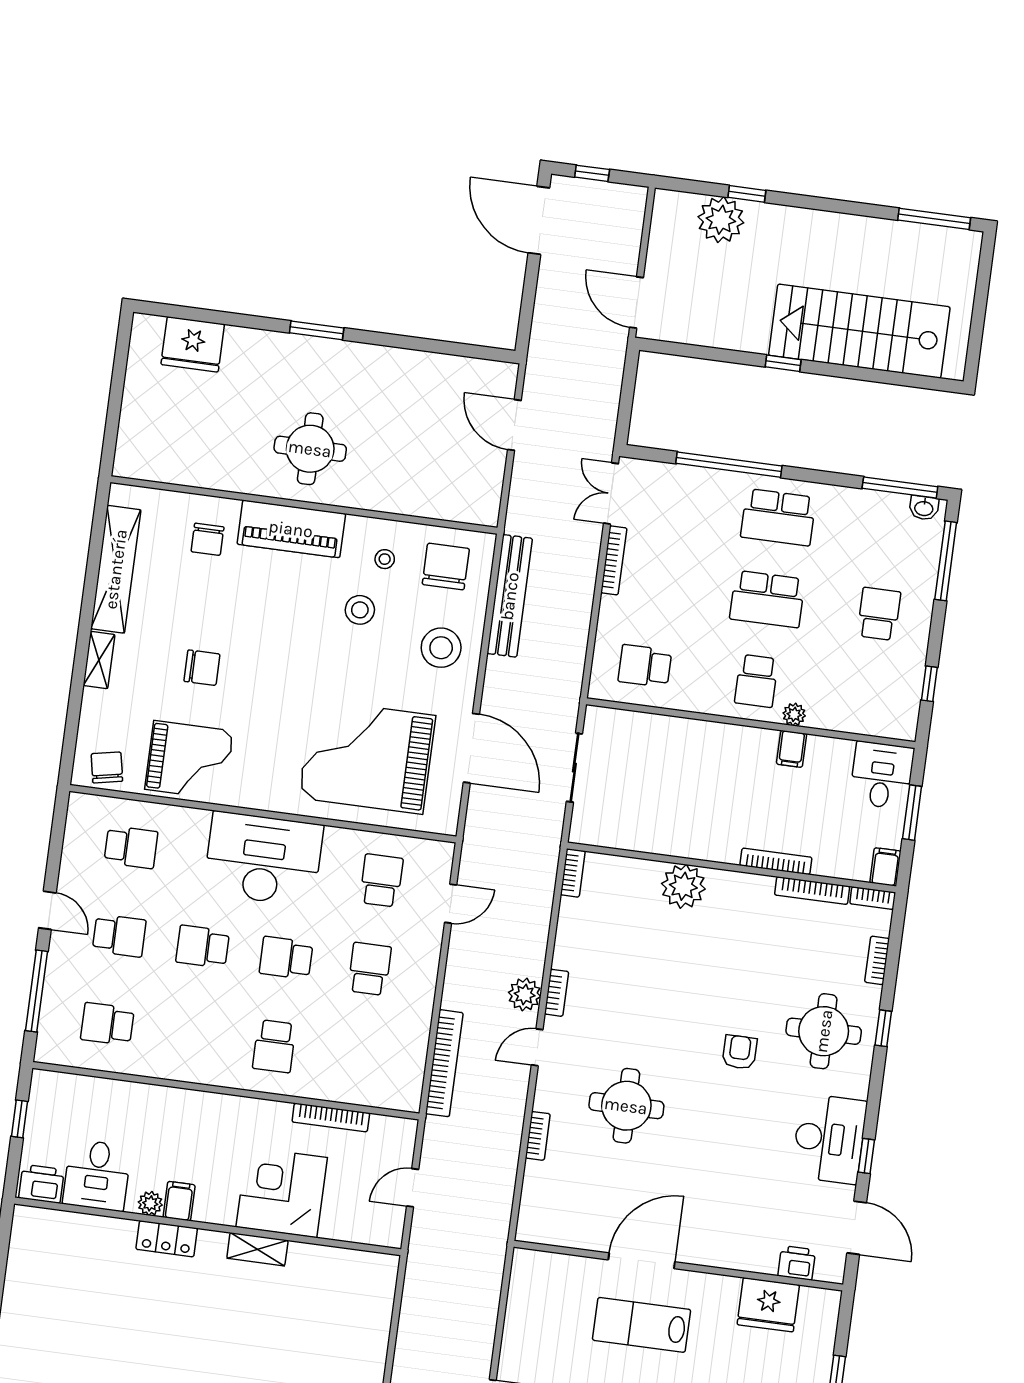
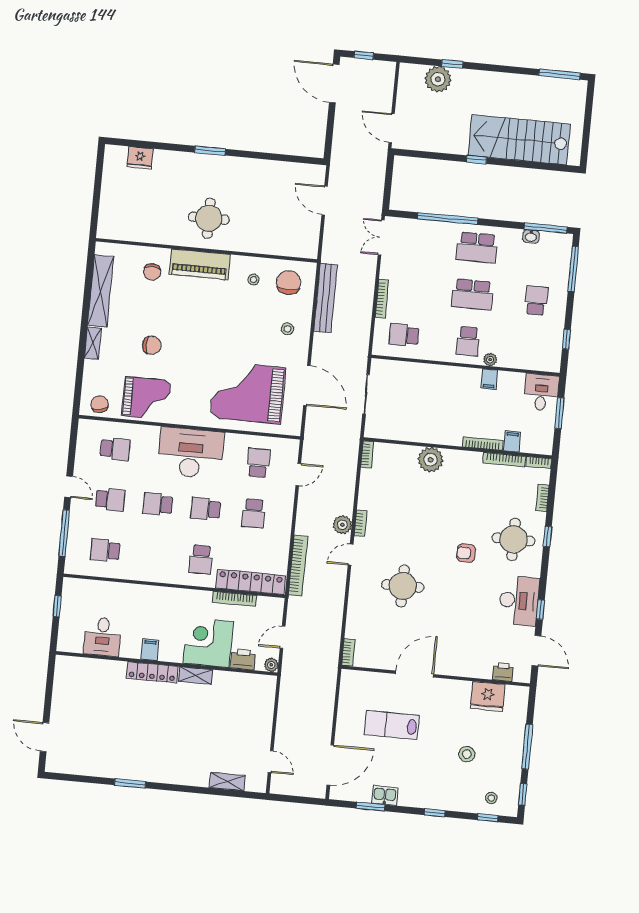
fridge: (193, 344) -> (140, 158), width x0.73, depth x0.75
washbasin: (924, 508) -> (531, 236), moved
bookcase: (614, 560) -> (382, 299), moved
stool: (360, 610) -> (240, 309), removed
stool: (441, 648) -> (288, 329), width x0.53, depth x0.53
filing cabinet: (885, 867) -> (512, 441), moved
school desk: (369, 969) -> (253, 513), turned 180
armchair: (740, 1052) -> (466, 553), turned -90
locker: (360, 1089) -> (251, 582), added
bookcase: (538, 1136) -> (348, 652), moved
printer: (41, 1184) -> (243, 659), moved
plant: (150, 1203) -> (271, 665), moved
locker: (167, 1239) -> (152, 672), width x1.53
lab bench: (642, 1325) -> (392, 725), moved

